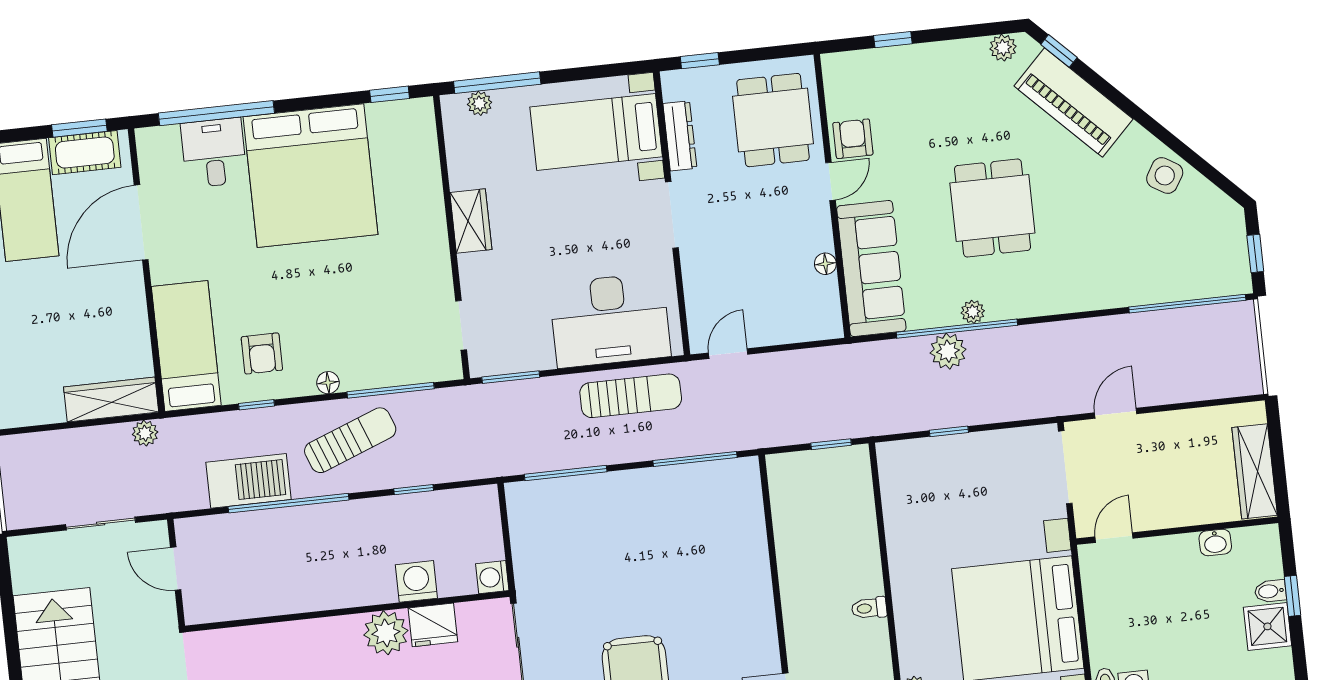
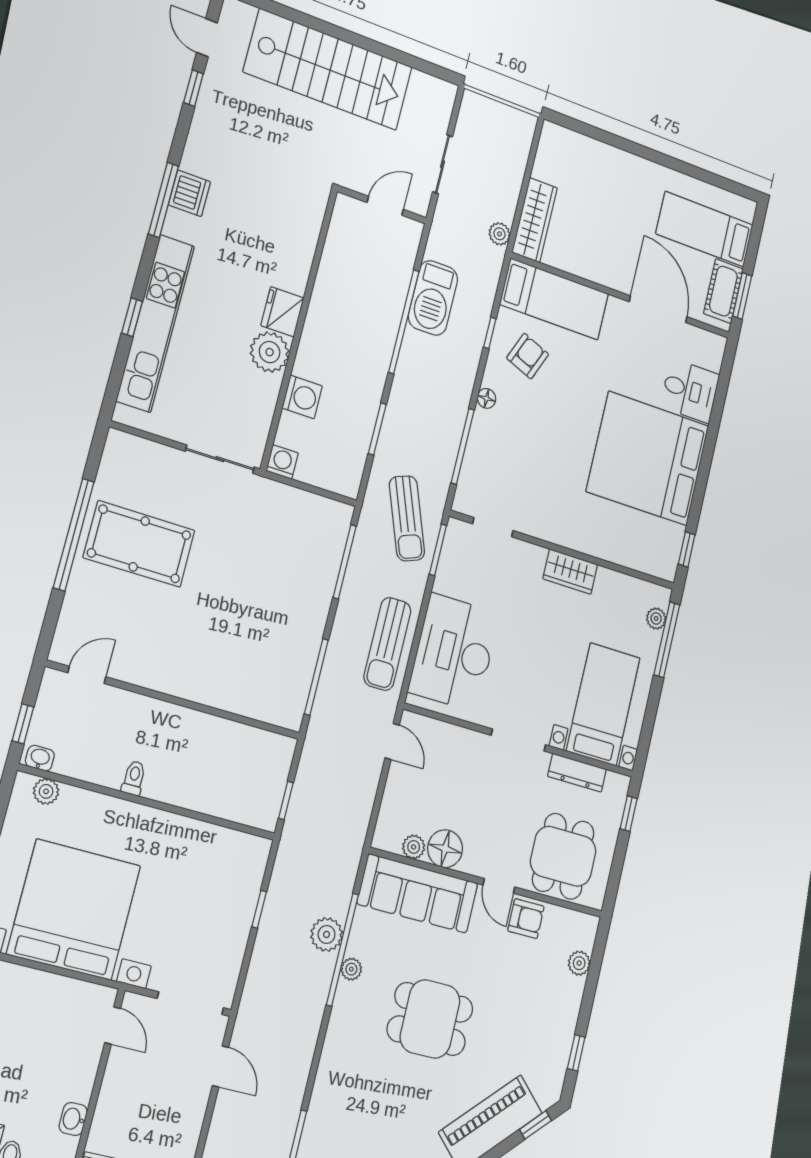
window: (893, 40) -> (576, 1053), moved
plant: (1003, 48) -> (579, 963), moved
window: (216, 113) -> (718, 407), removed
dining table: (773, 120) -> (563, 856), turned 90
floor lamp: (825, 264) -> (445, 849), width x1.89, depth x1.89
plant: (826, 290) -> (414, 847), added
armchair: (262, 353) -> (528, 356), turned 112
sun lounger: (350, 440) -> (407, 518), moved
window: (414, 490) -> (377, 429), width x1.50
fridge: (433, 625) -> (282, 312), moved

